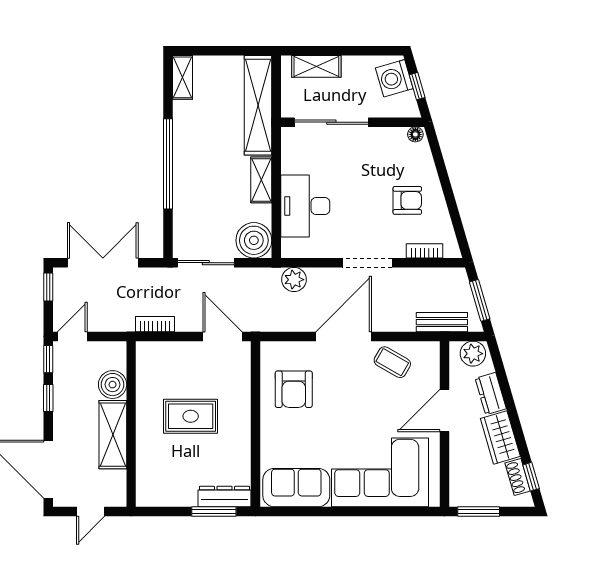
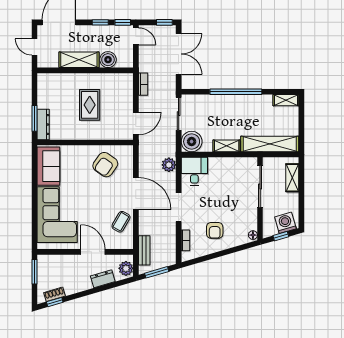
desk: (305, 206) -> (194, 171), moved, width x0.73
armchair: (294, 389) -> (105, 165), turned -55
wardrobe: (500, 437) -> (77, 284), removed

